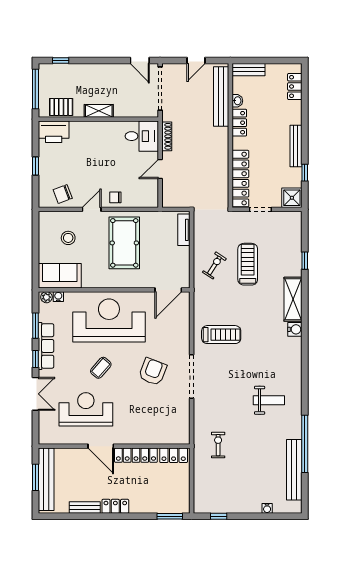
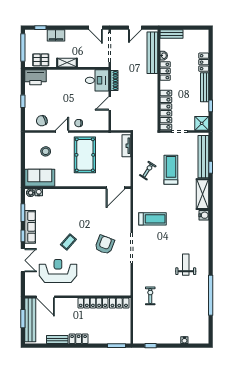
filing cabinet: (83, 72) -> (56, 35), added
locker: (295, 86) -> (204, 62), moved
reception desk: (109, 320) -> (74, 209), removed
weight bench: (269, 400) -> (186, 265), turned -90
door: (101, 446) -> (45, 297), moved
bench: (294, 470) -> (203, 157), moved

